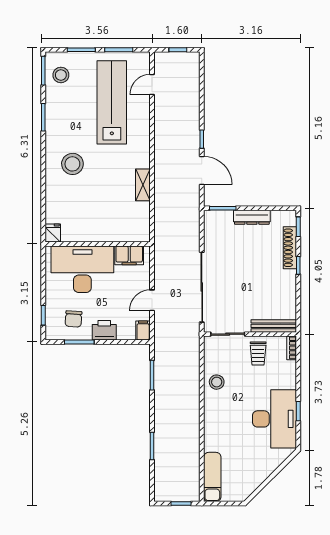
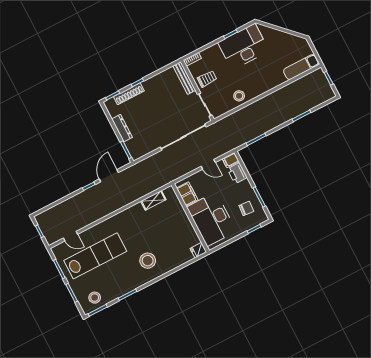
lab bench: (112, 102) -> (95, 256), turned 180
shelving: (143, 185) -> (153, 200), moved
printer: (104, 330) -> (237, 173), moved

